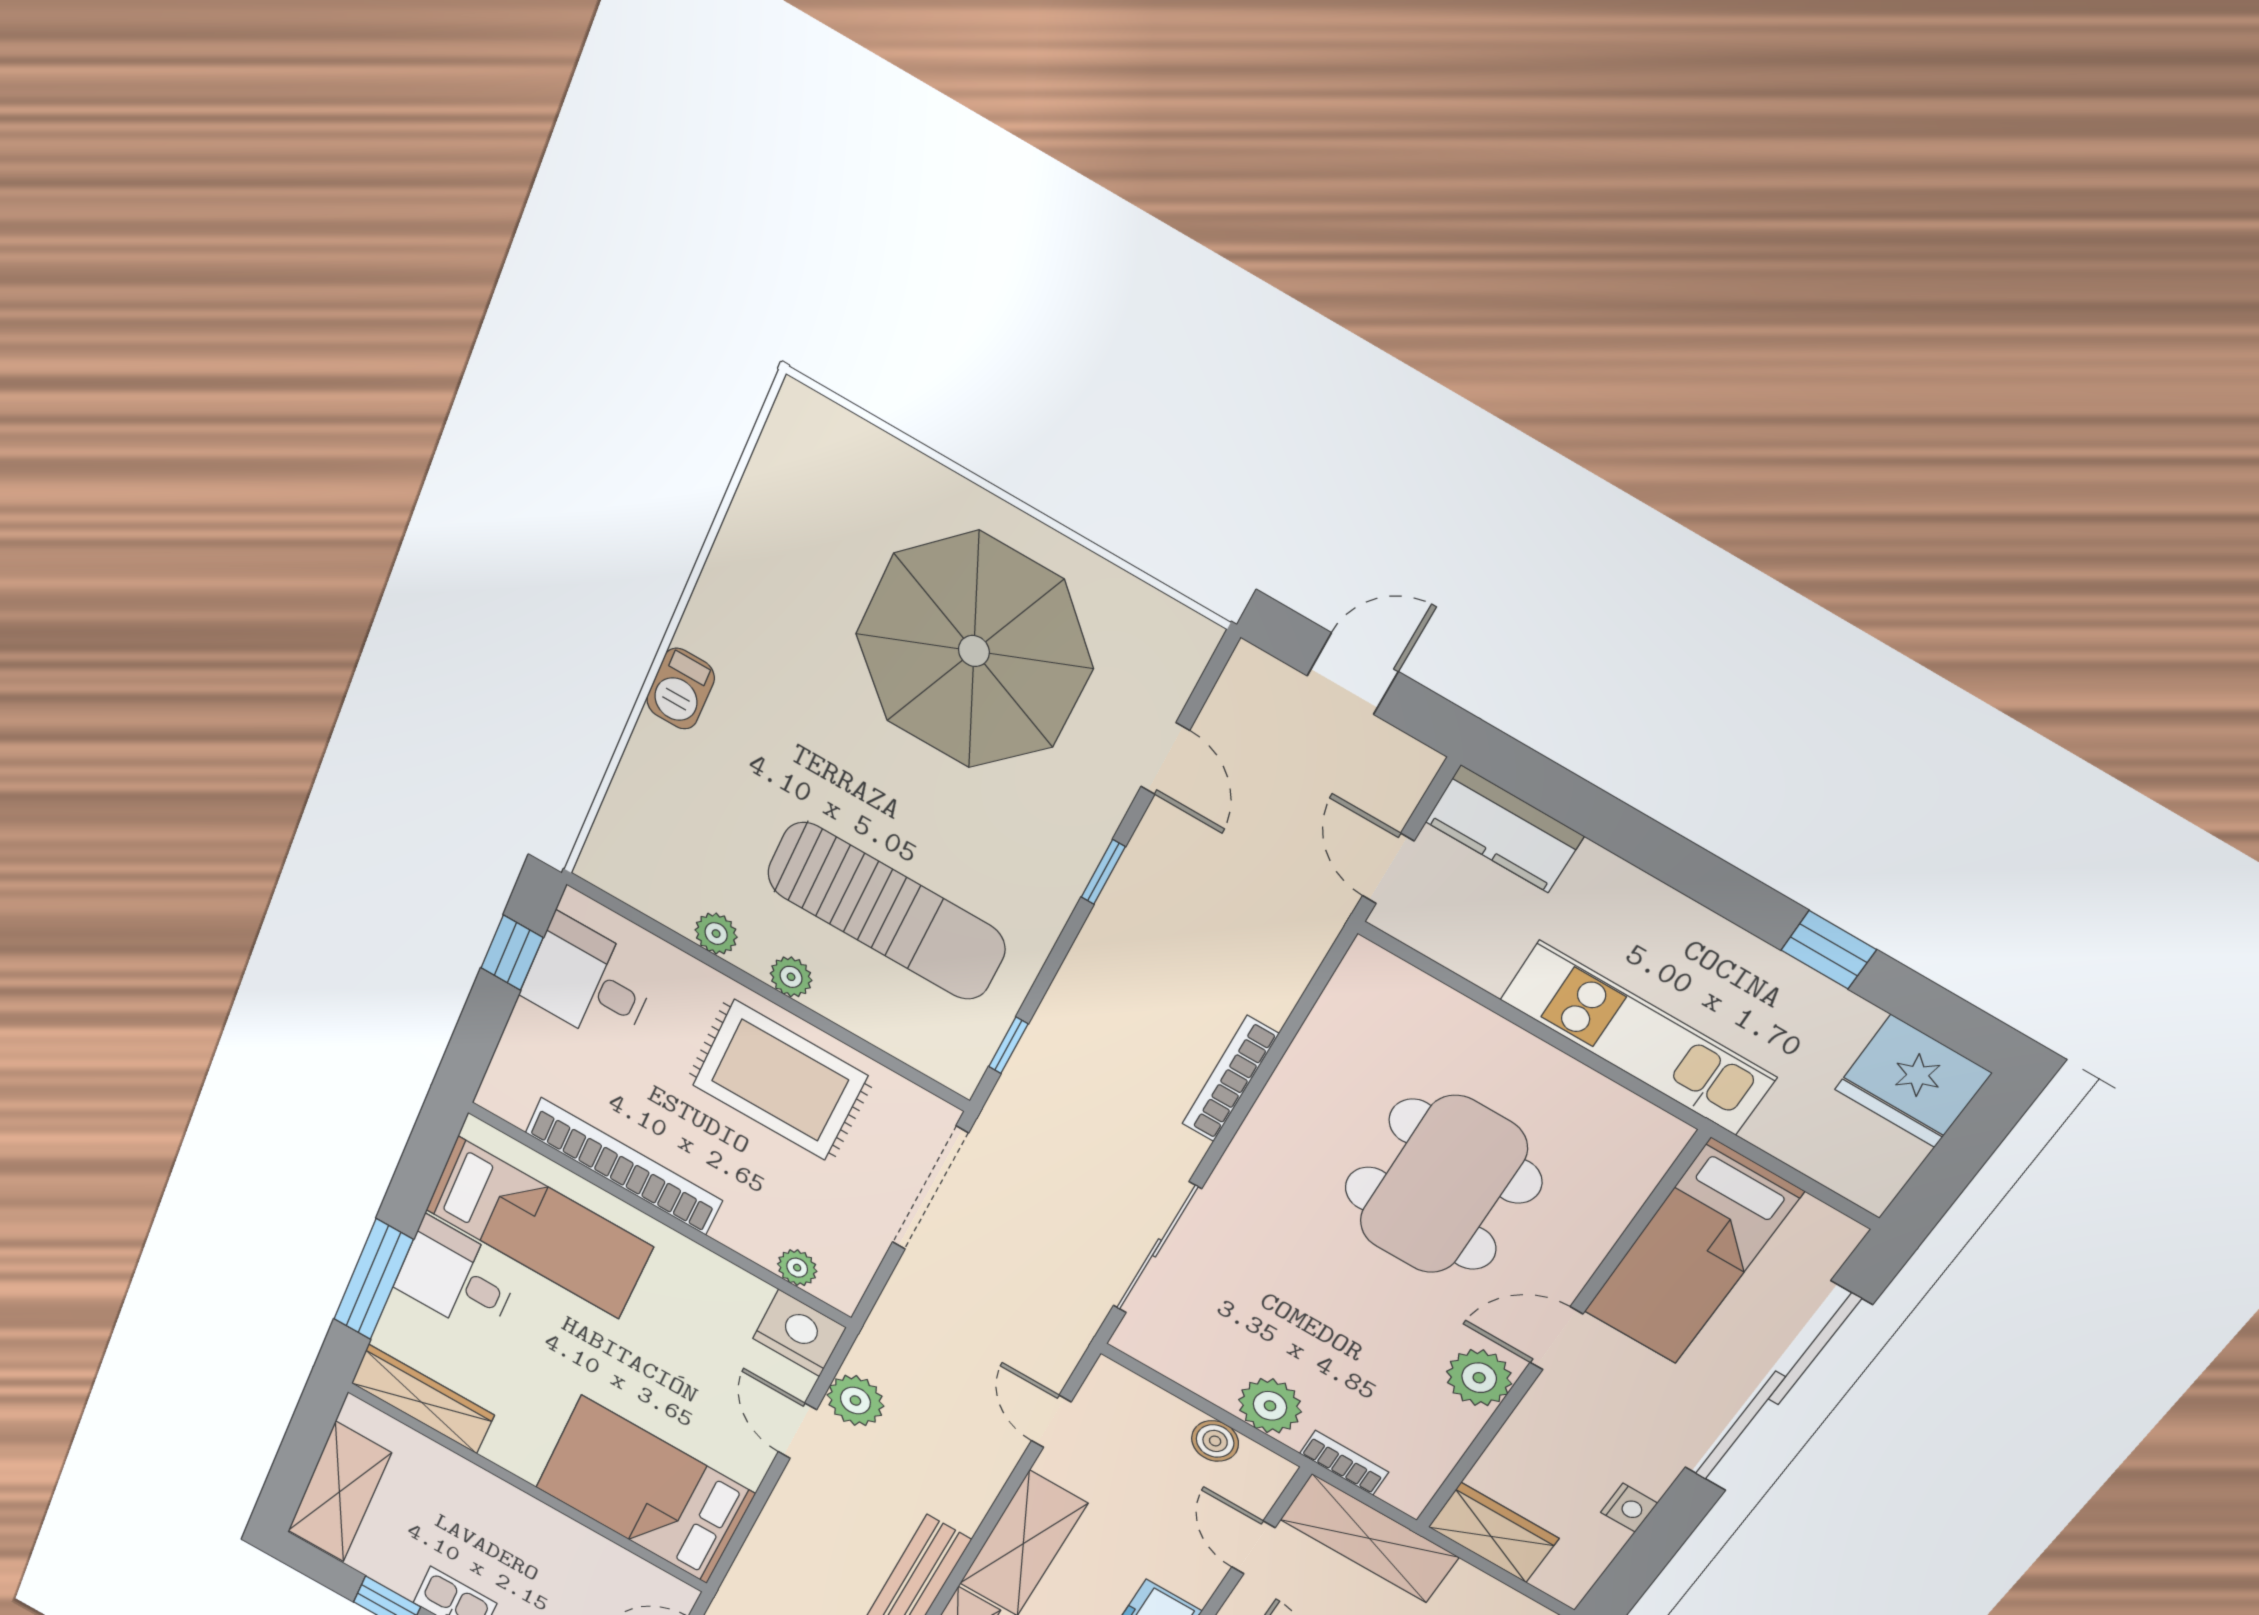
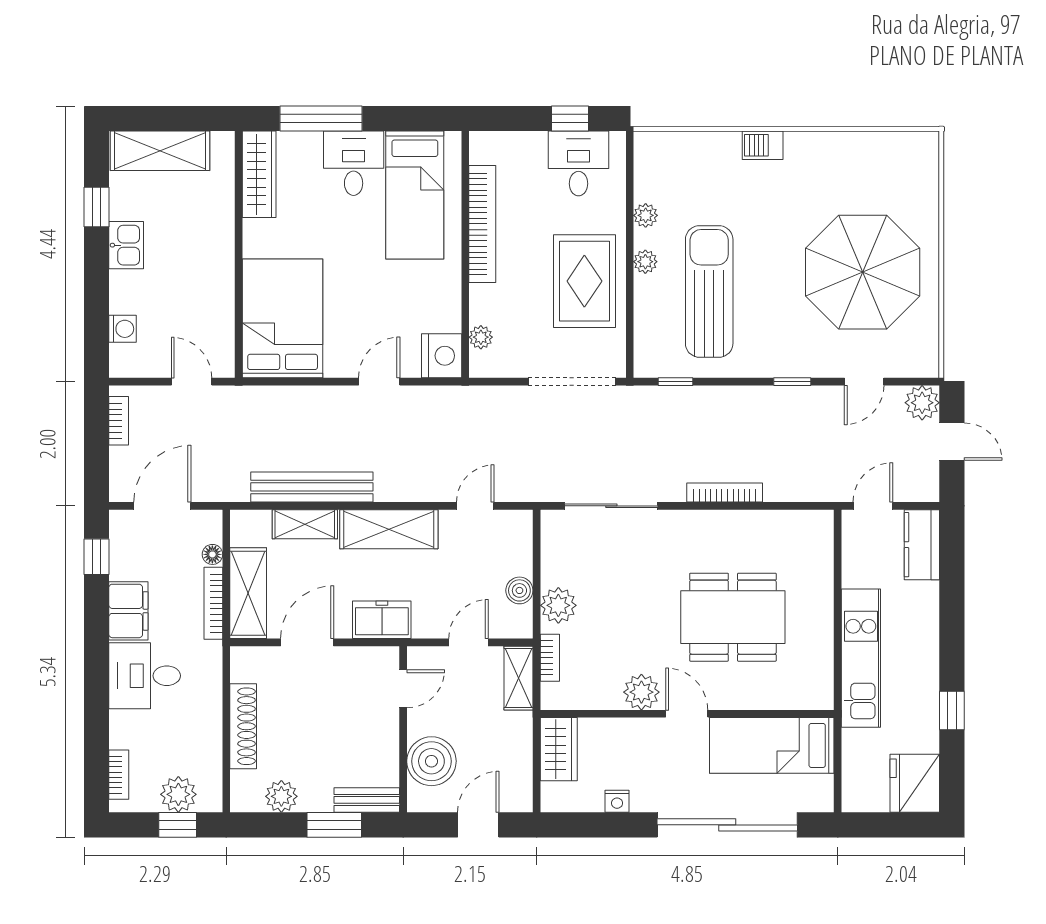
sun lounger: (886, 911) -> (709, 291), turned 180
plant: (855, 1401) -> (922, 403), moved
shelving: (1369, 1538) -> (519, 678), width x0.67, depth x0.75

